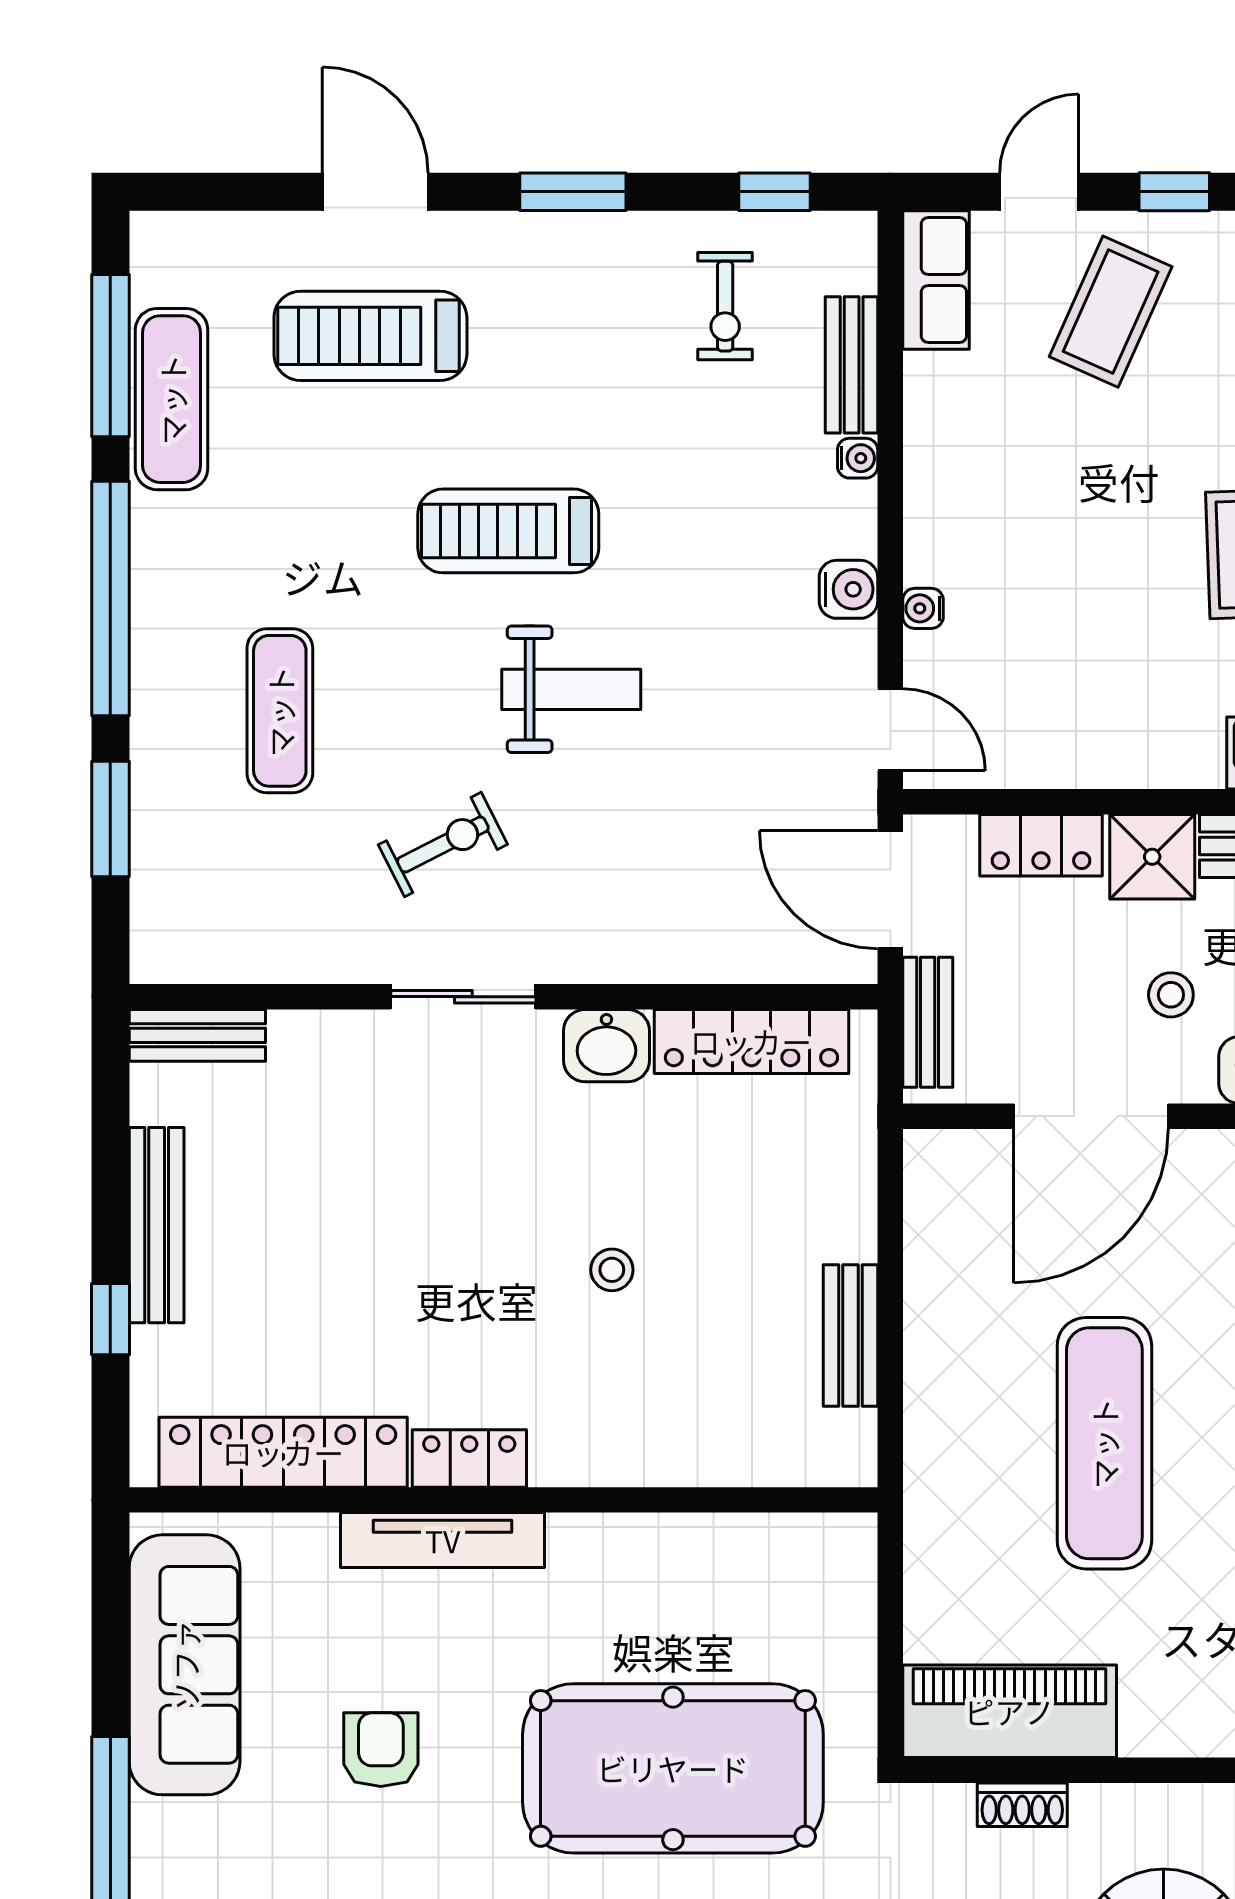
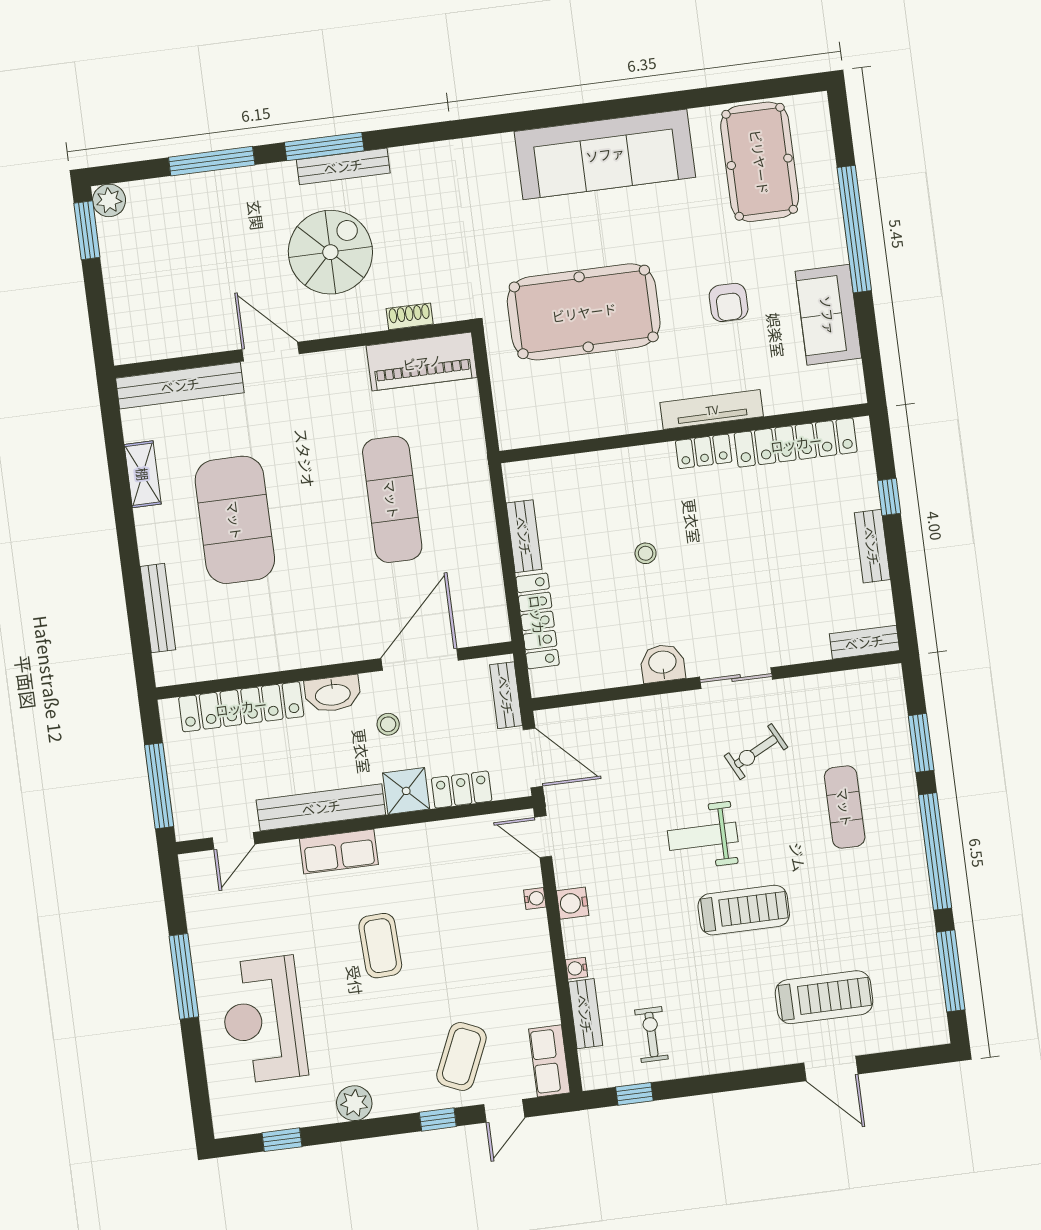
window: (573, 192) -> (734, 1081), removed
exercise mat: (172, 399) -> (918, 953), removed
locker: (751, 1041) -> (538, 621), moved, turned 90
bench: (157, 1225) -> (872, 546), width x0.73
sofa: (185, 1665) -> (828, 315), width x0.73

